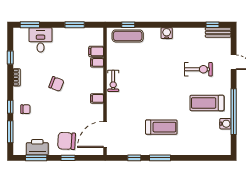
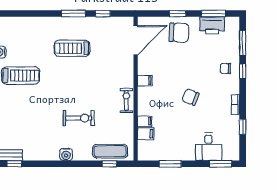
exercise bike: (198, 69) -> (79, 118), moved, turned 180

